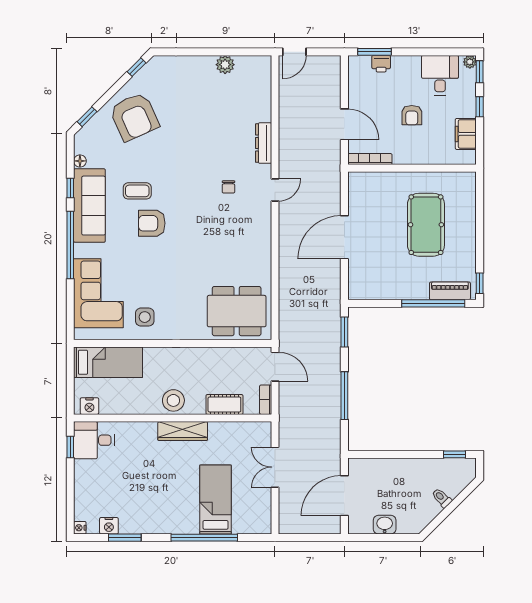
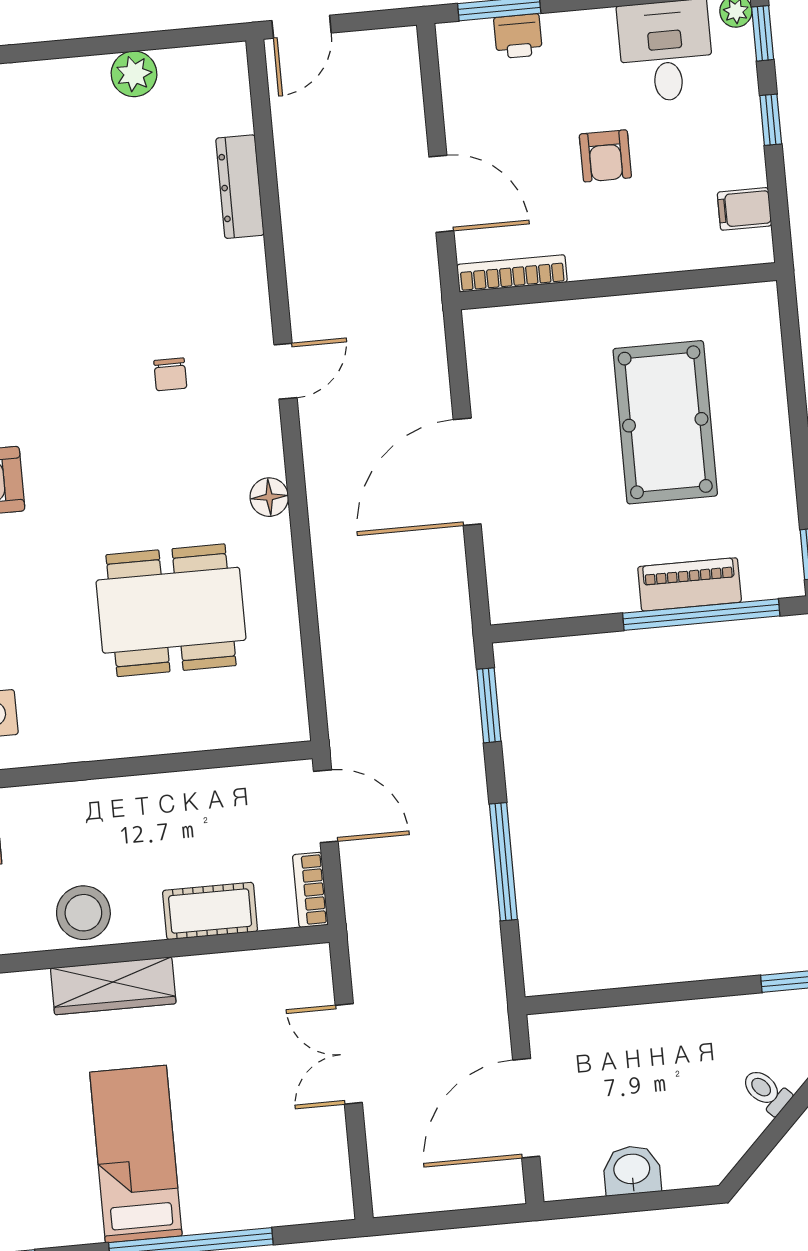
filing cabinet: (466, 134) -> (744, 209), width x0.50
dresser: (264, 143) -> (240, 187), moved
floor lamp: (264, 240) -> (269, 497), added
piano: (450, 291) -> (690, 584), moved
dining table: (237, 311) -> (171, 610), moved
bed: (216, 500) -> (136, 1154), moved

